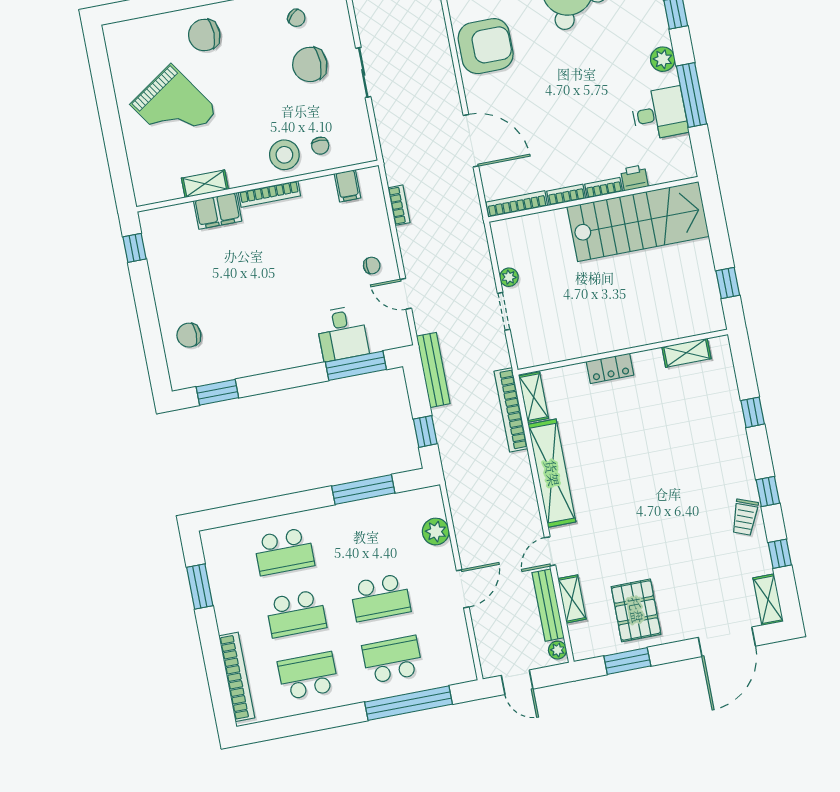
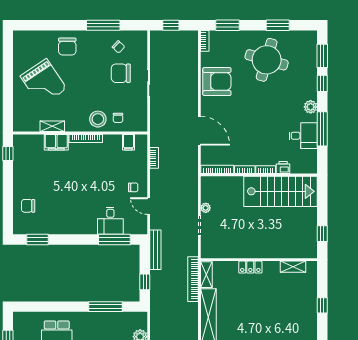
chair: (204, 35) -> (67, 47), turned -90

